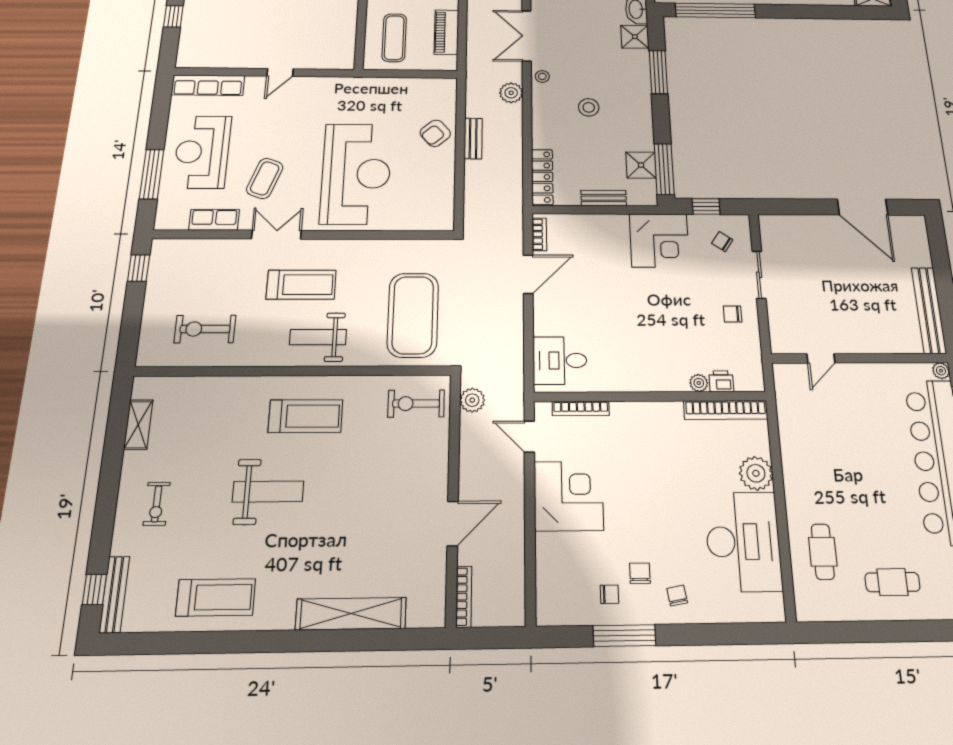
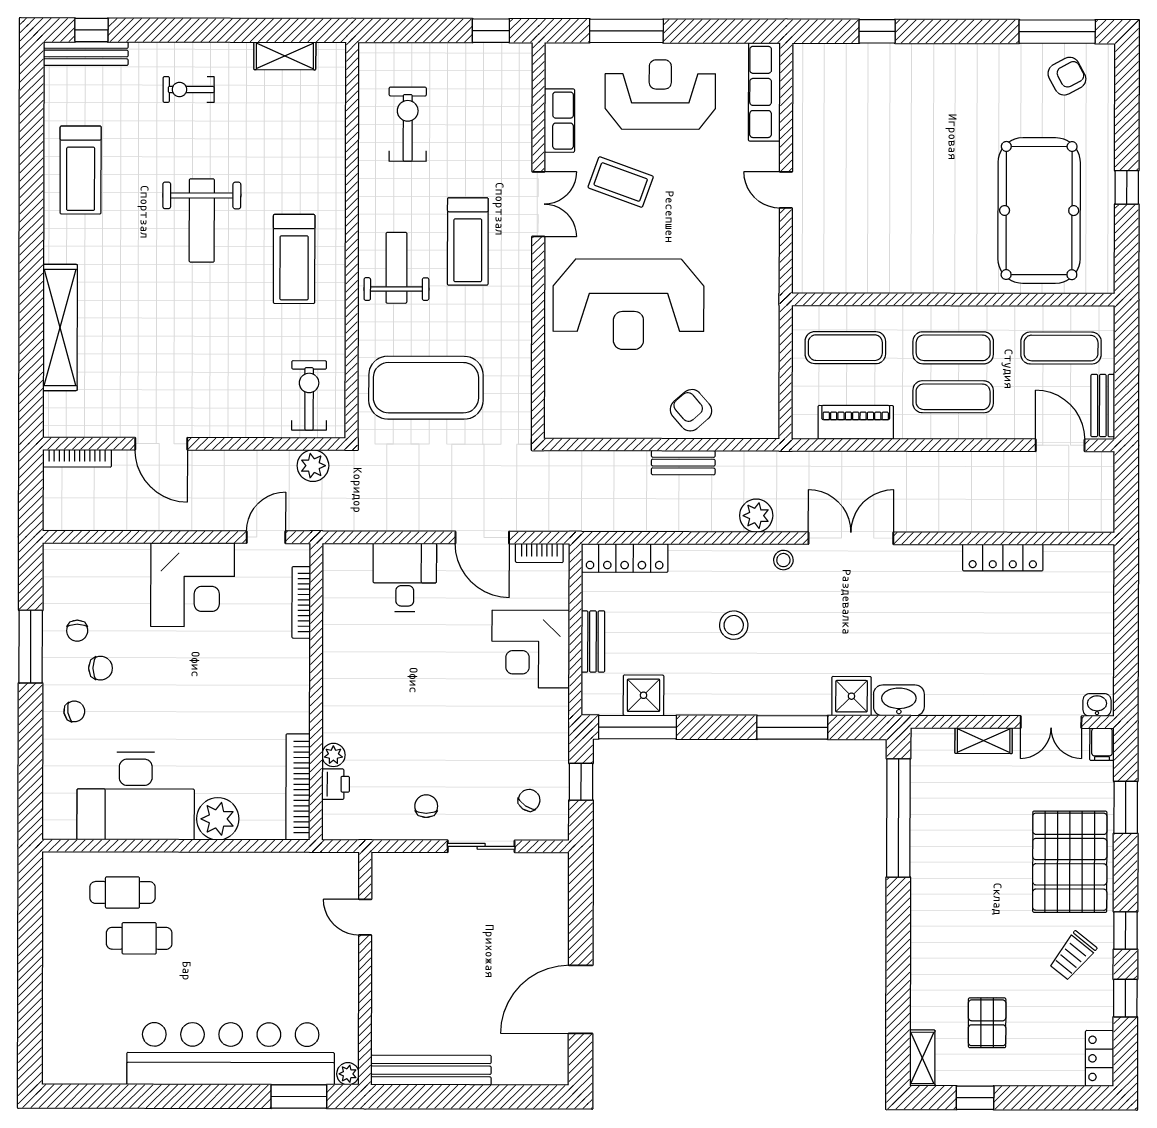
corner desk: (659, 240) -> (531, 649), moved
desk: (560, 360) -> (405, 577), moved
cafe table: (892, 582) -> (139, 938), moved, turned 90

